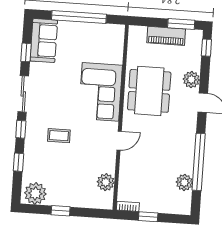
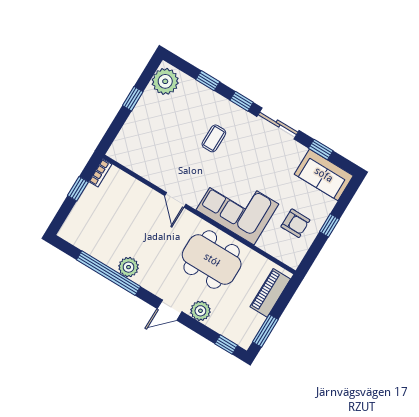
window: (79, 17) -> (329, 225), width x0.32
piano: (166, 36) -> (270, 293), moved
armchair: (90, 43) -> (295, 223), added
plant: (106, 182) -> (138, 163), removed
plant: (184, 182) -> (129, 267), moved

